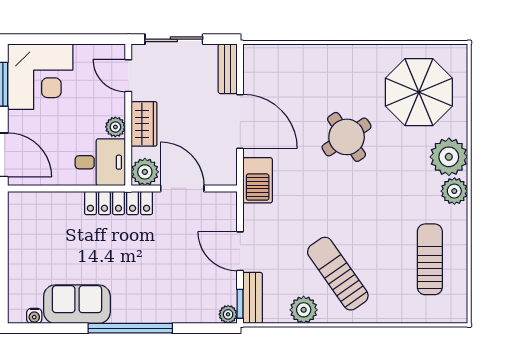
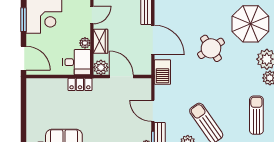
door: (128, 76) -> (92, 15), swing flipped
locker: (119, 203) -> (80, 84), width x0.66

